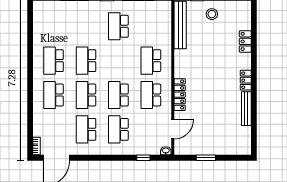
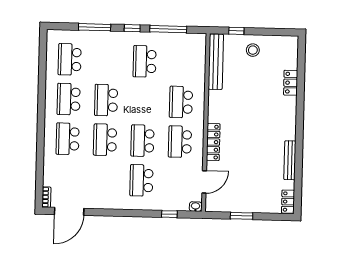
locker: (246, 80) -> (288, 202), moved
school desk: (86, 129) -> (70, 59), moved

